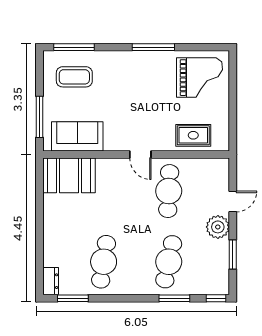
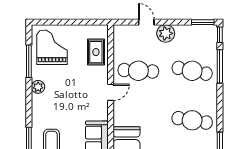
window: (153, 47) -> (29, 61), moved
plant: (147, 59) -> (38, 87), added
window: (233, 254) -> (203, 22), moved
window: (174, 298) -> (220, 66), width x1.44

